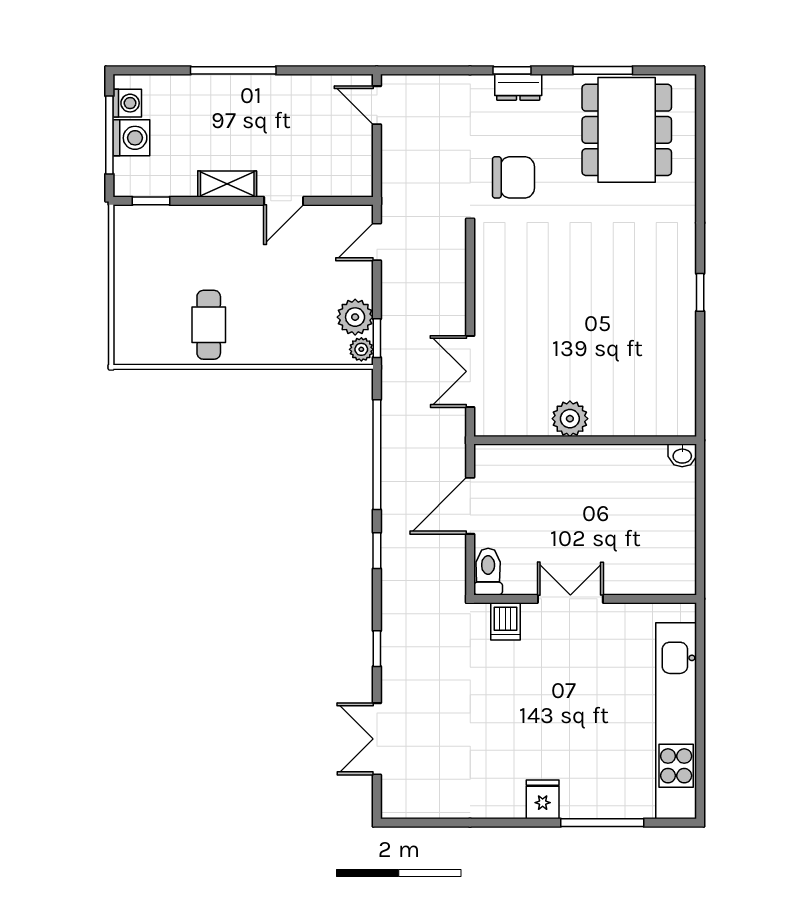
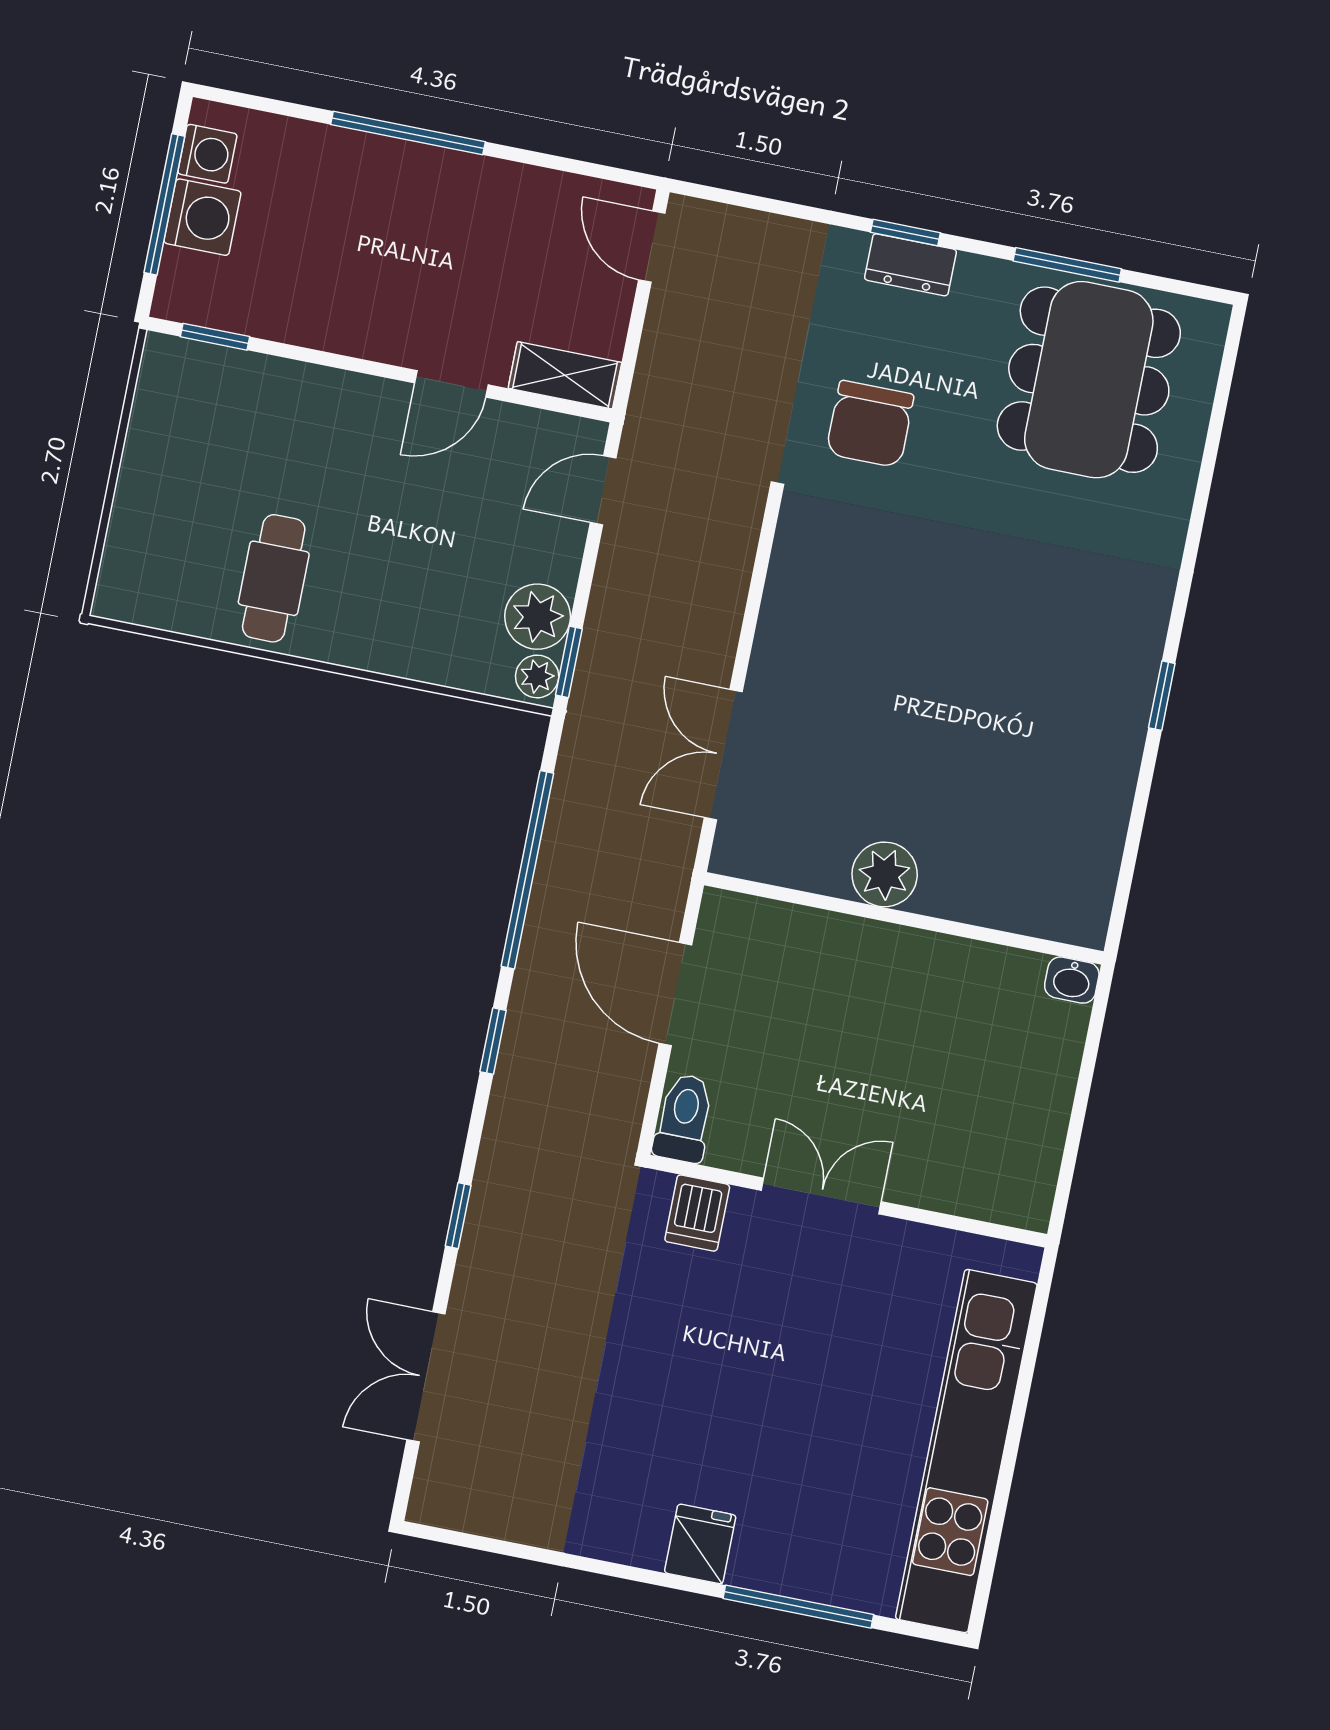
chair: (514, 177) -> (870, 424), turned 90
shelving: (227, 184) -> (565, 375), moved
door: (470, 506) -> (675, 994), hinge flipped

